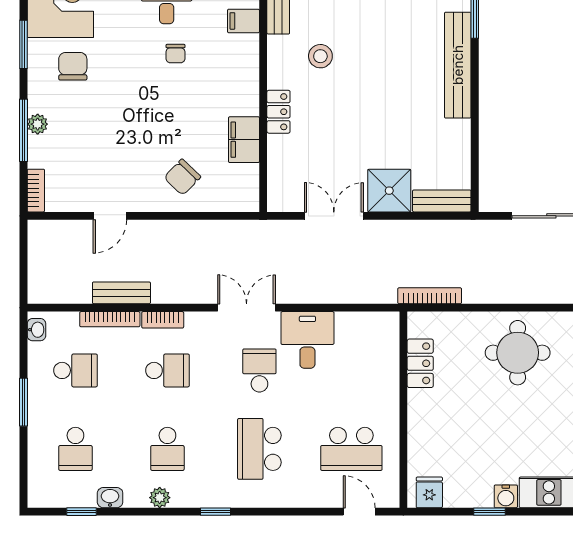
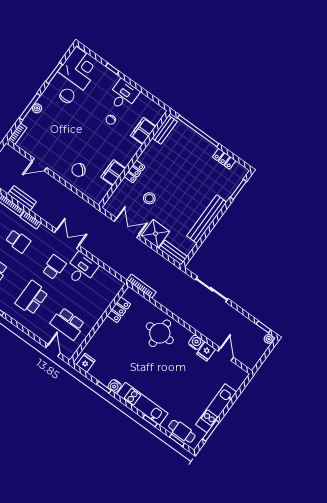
filing cabinet: (243, 21) -> (143, 131), width x2.00
stool: (320, 56) -> (149, 198), moved
bench: (458, 65) -> (207, 219), moved

